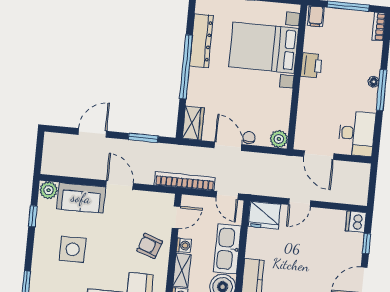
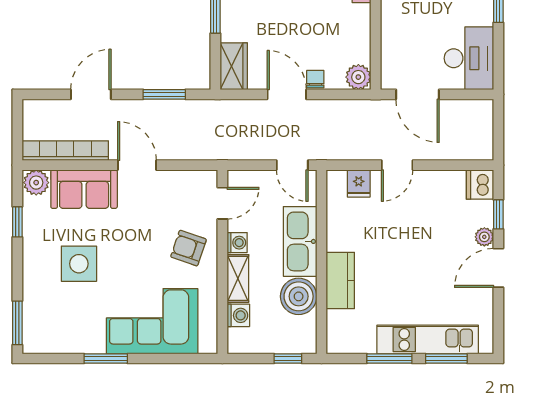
bookcase: (185, 181) -> (65, 151), moved
fridge: (265, 215) -> (359, 183), width x0.53, depth x0.75
plant: (355, 258) -> (484, 237), added

